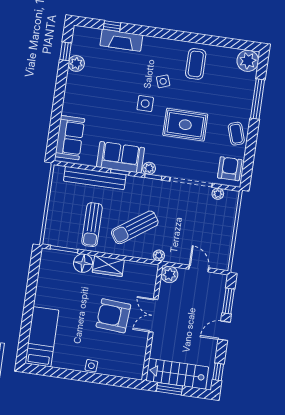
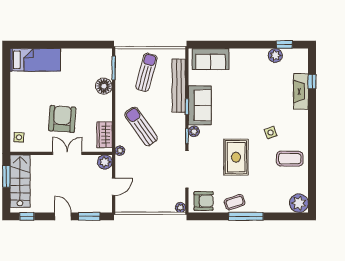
window: (258, 99) -> (246, 216), moved
side table: (145, 104) -> (249, 120), removed
plant: (218, 194) -> (180, 207), moved
sun lounger: (92, 225) -> (146, 72), moved, turned 105
wardrobe: (108, 266) -> (104, 135), moved
side table: (91, 366) -> (19, 137), moved

